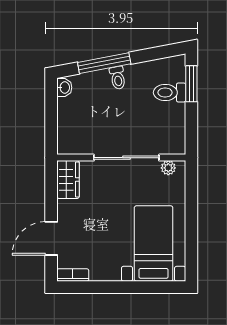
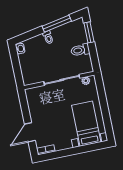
window: (104, 63) -> (57, 24), moved
toilet: (170, 93) -> (80, 50), moved
wardrobe: (68, 180) -> (32, 98), removed

